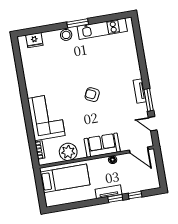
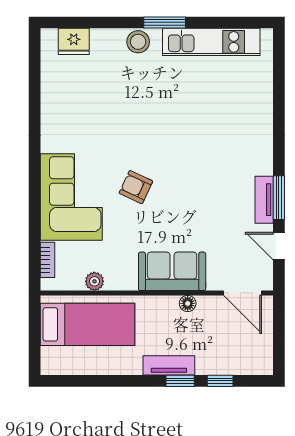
tv unit: (140, 91) -> (264, 200), moved
armchair: (92, 95) -> (136, 187), moved
plant: (68, 152) -> (94, 281), width x0.53, depth x0.53

